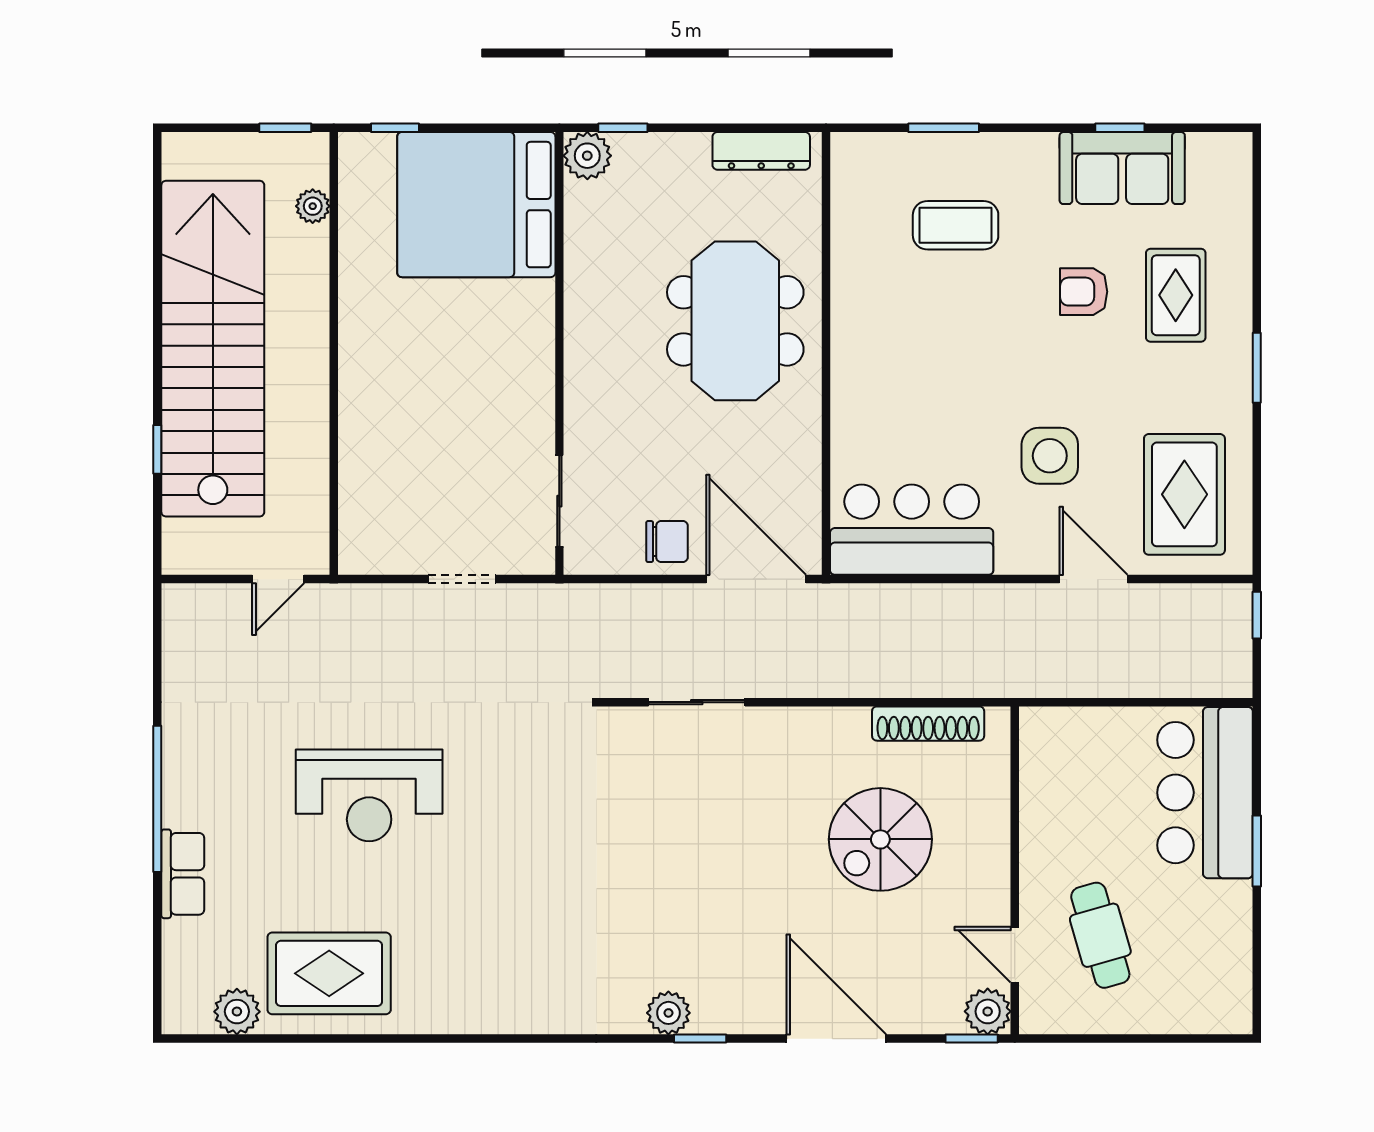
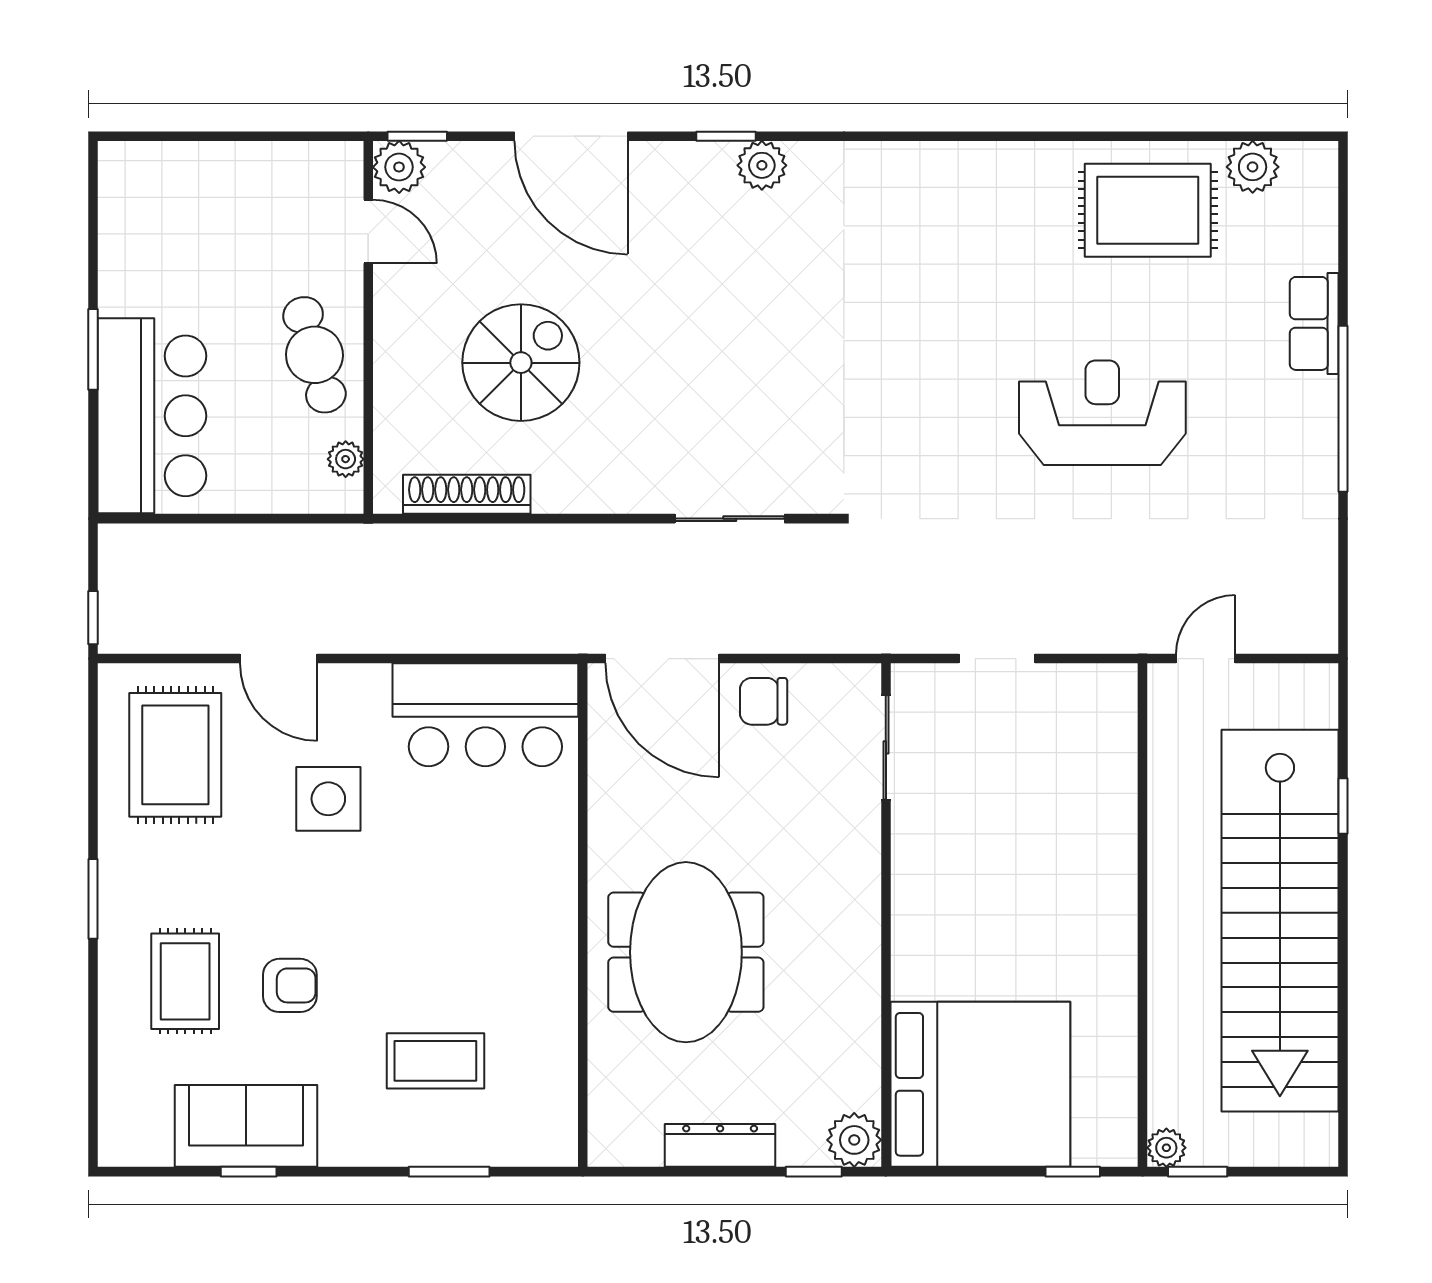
dresser: (761, 151) -> (720, 1145), moved
plant: (313, 206) -> (1166, 1148), moved
plant: (1035, 755) -> (346, 459), added
cafe table: (1100, 935) -> (314, 355), moved

